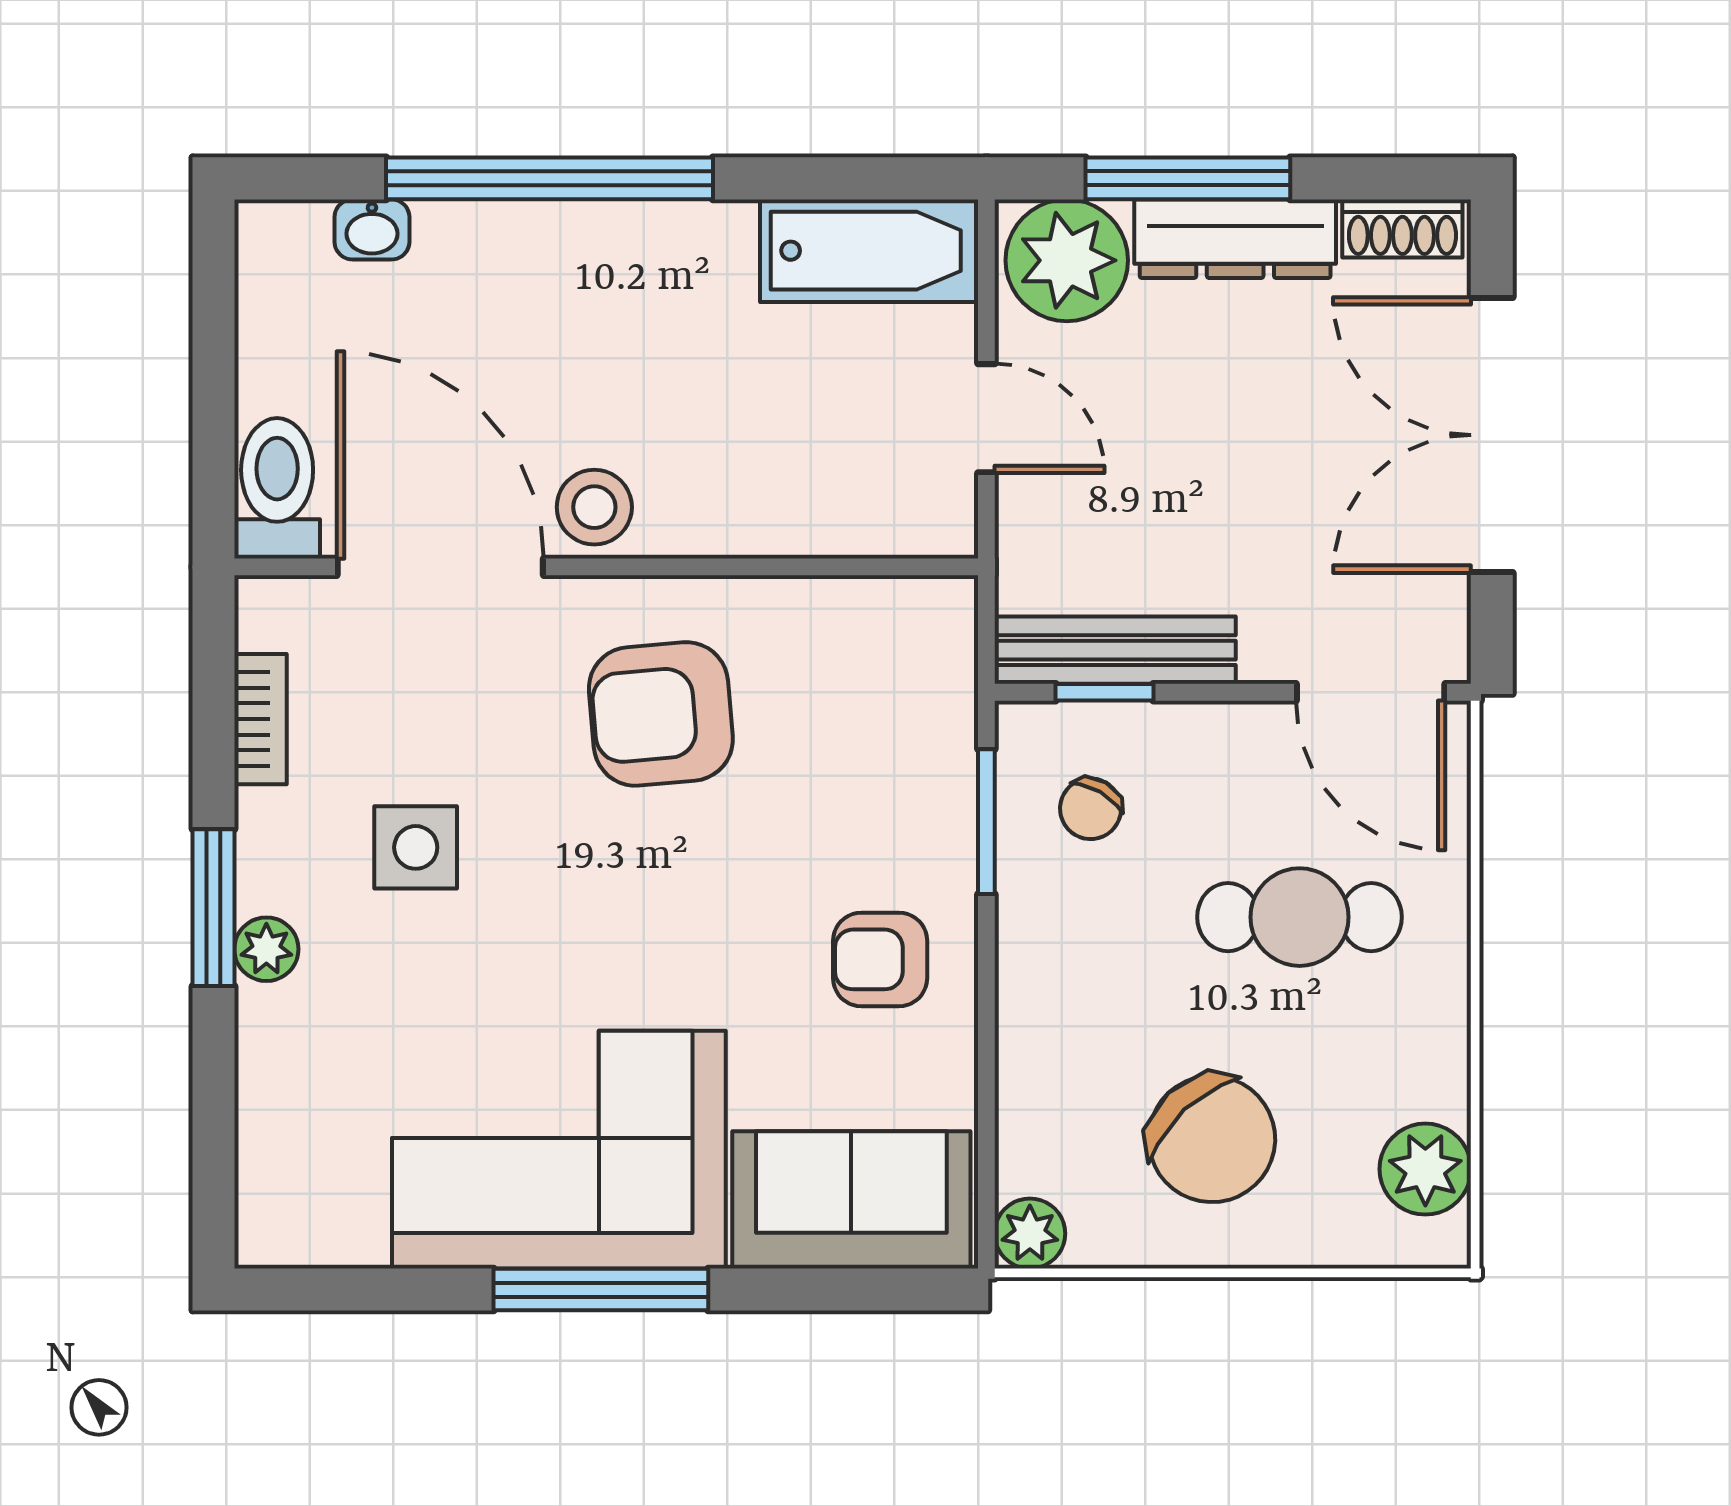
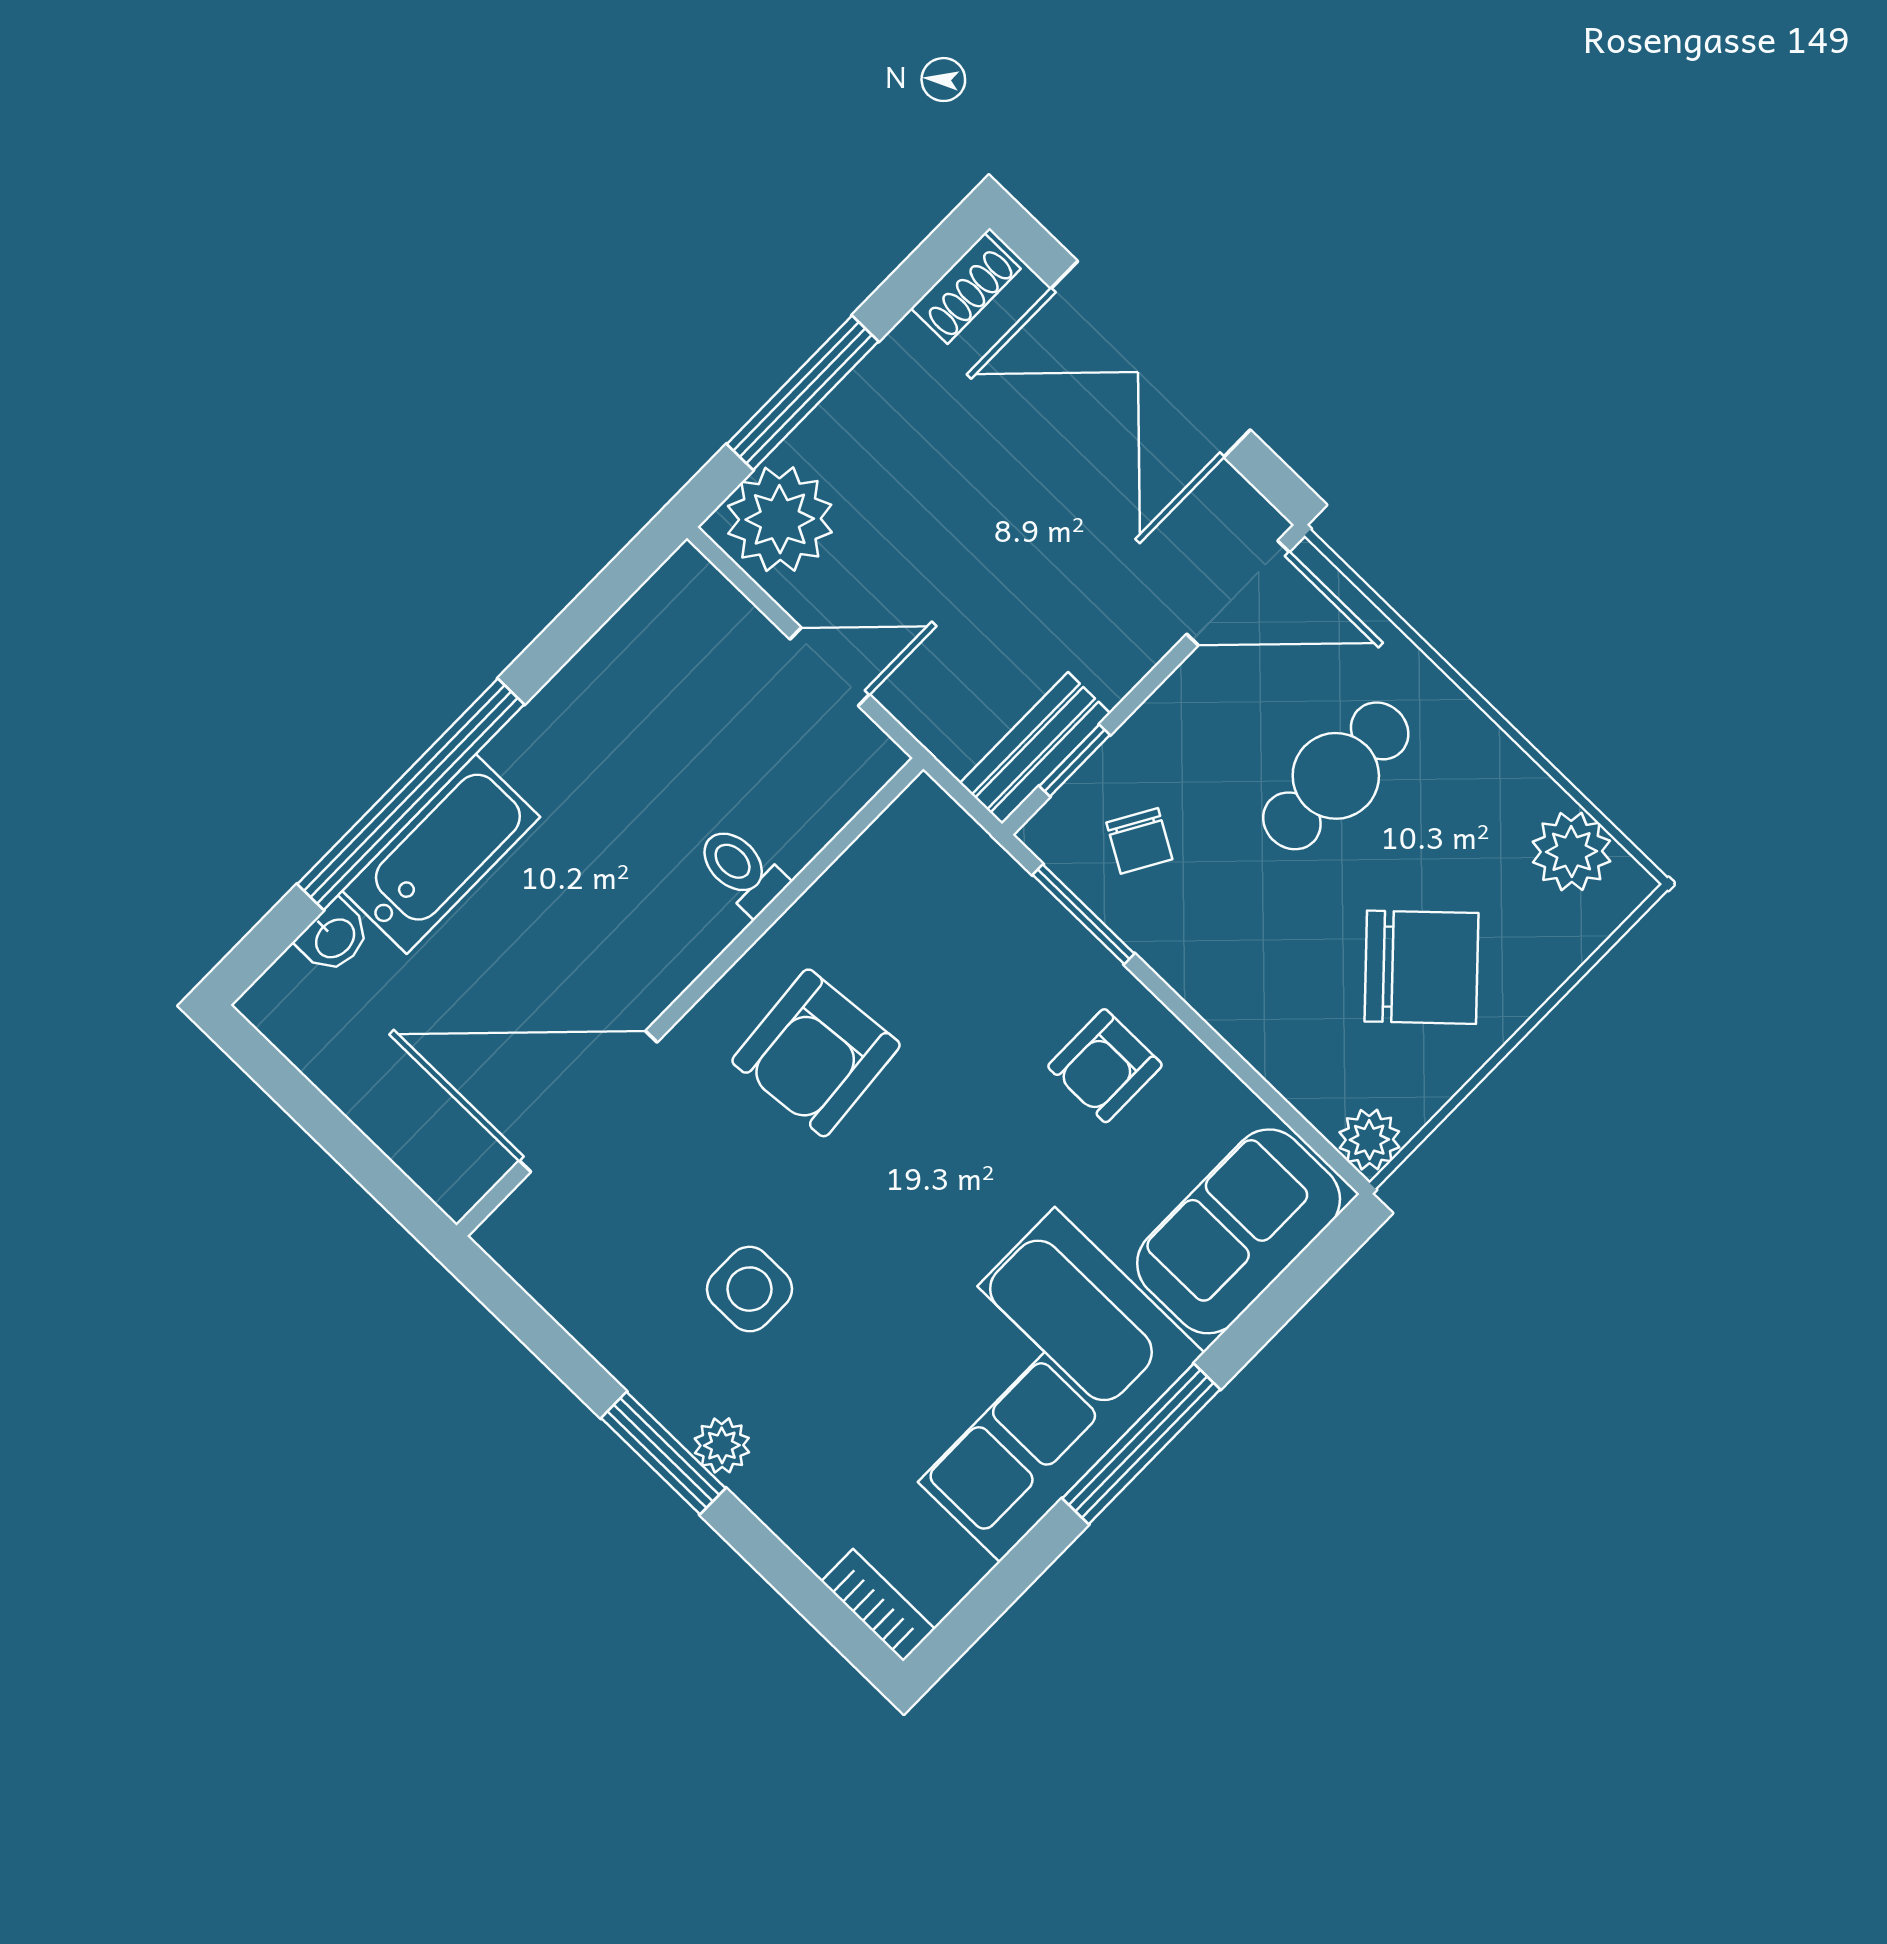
dresser: (1235, 239) -> (870, 400), removed
bathtub: (869, 251) -> (441, 854), moved
toilet: (277, 488) -> (741, 870), moved, width x0.73, depth x0.72
stool: (594, 507) -> (645, 968), removed
bench: (1115, 650) -> (1035, 748), width x0.73
bookcase: (261, 719) -> (878, 1605), moved

